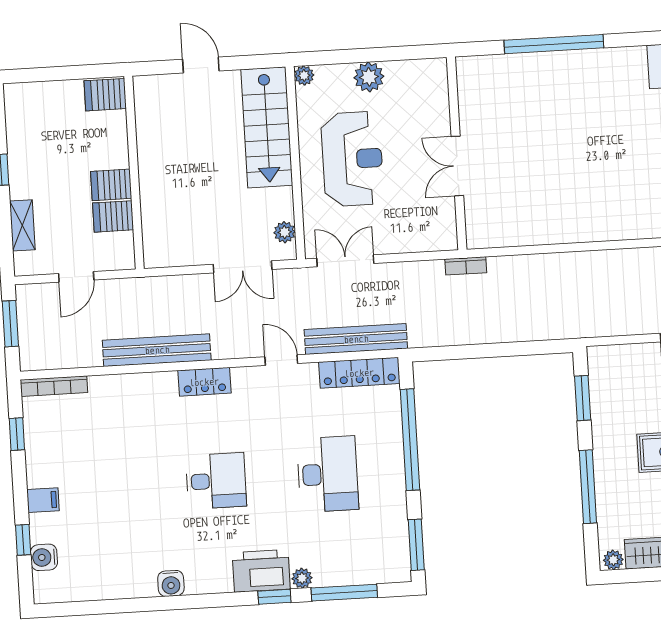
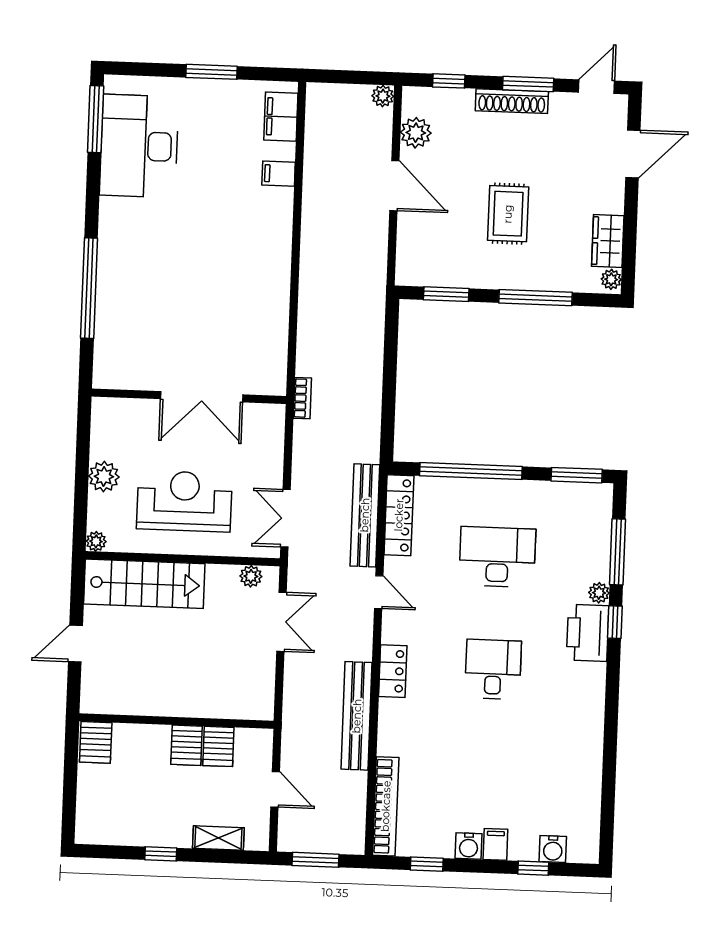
double door: (457, 166) -> (202, 397), width x1.37
door: (281, 360) -> (379, 592), swing flipped
bookcase: (54, 386) -> (386, 806), width x1.48, depth x1.31
water cooler: (171, 583) -> (469, 846), moved, turned 90

